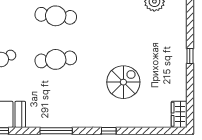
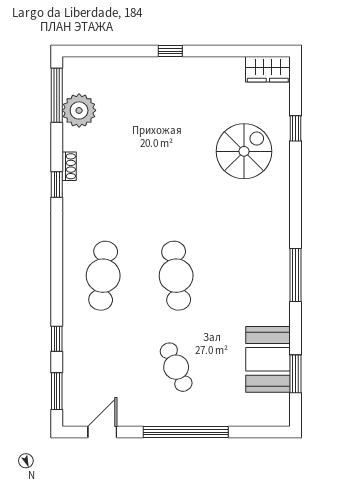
spiral stairs: (123, 82) -> (244, 151), moved, turned 90
window: (109, 131) -> (295, 128), moved

